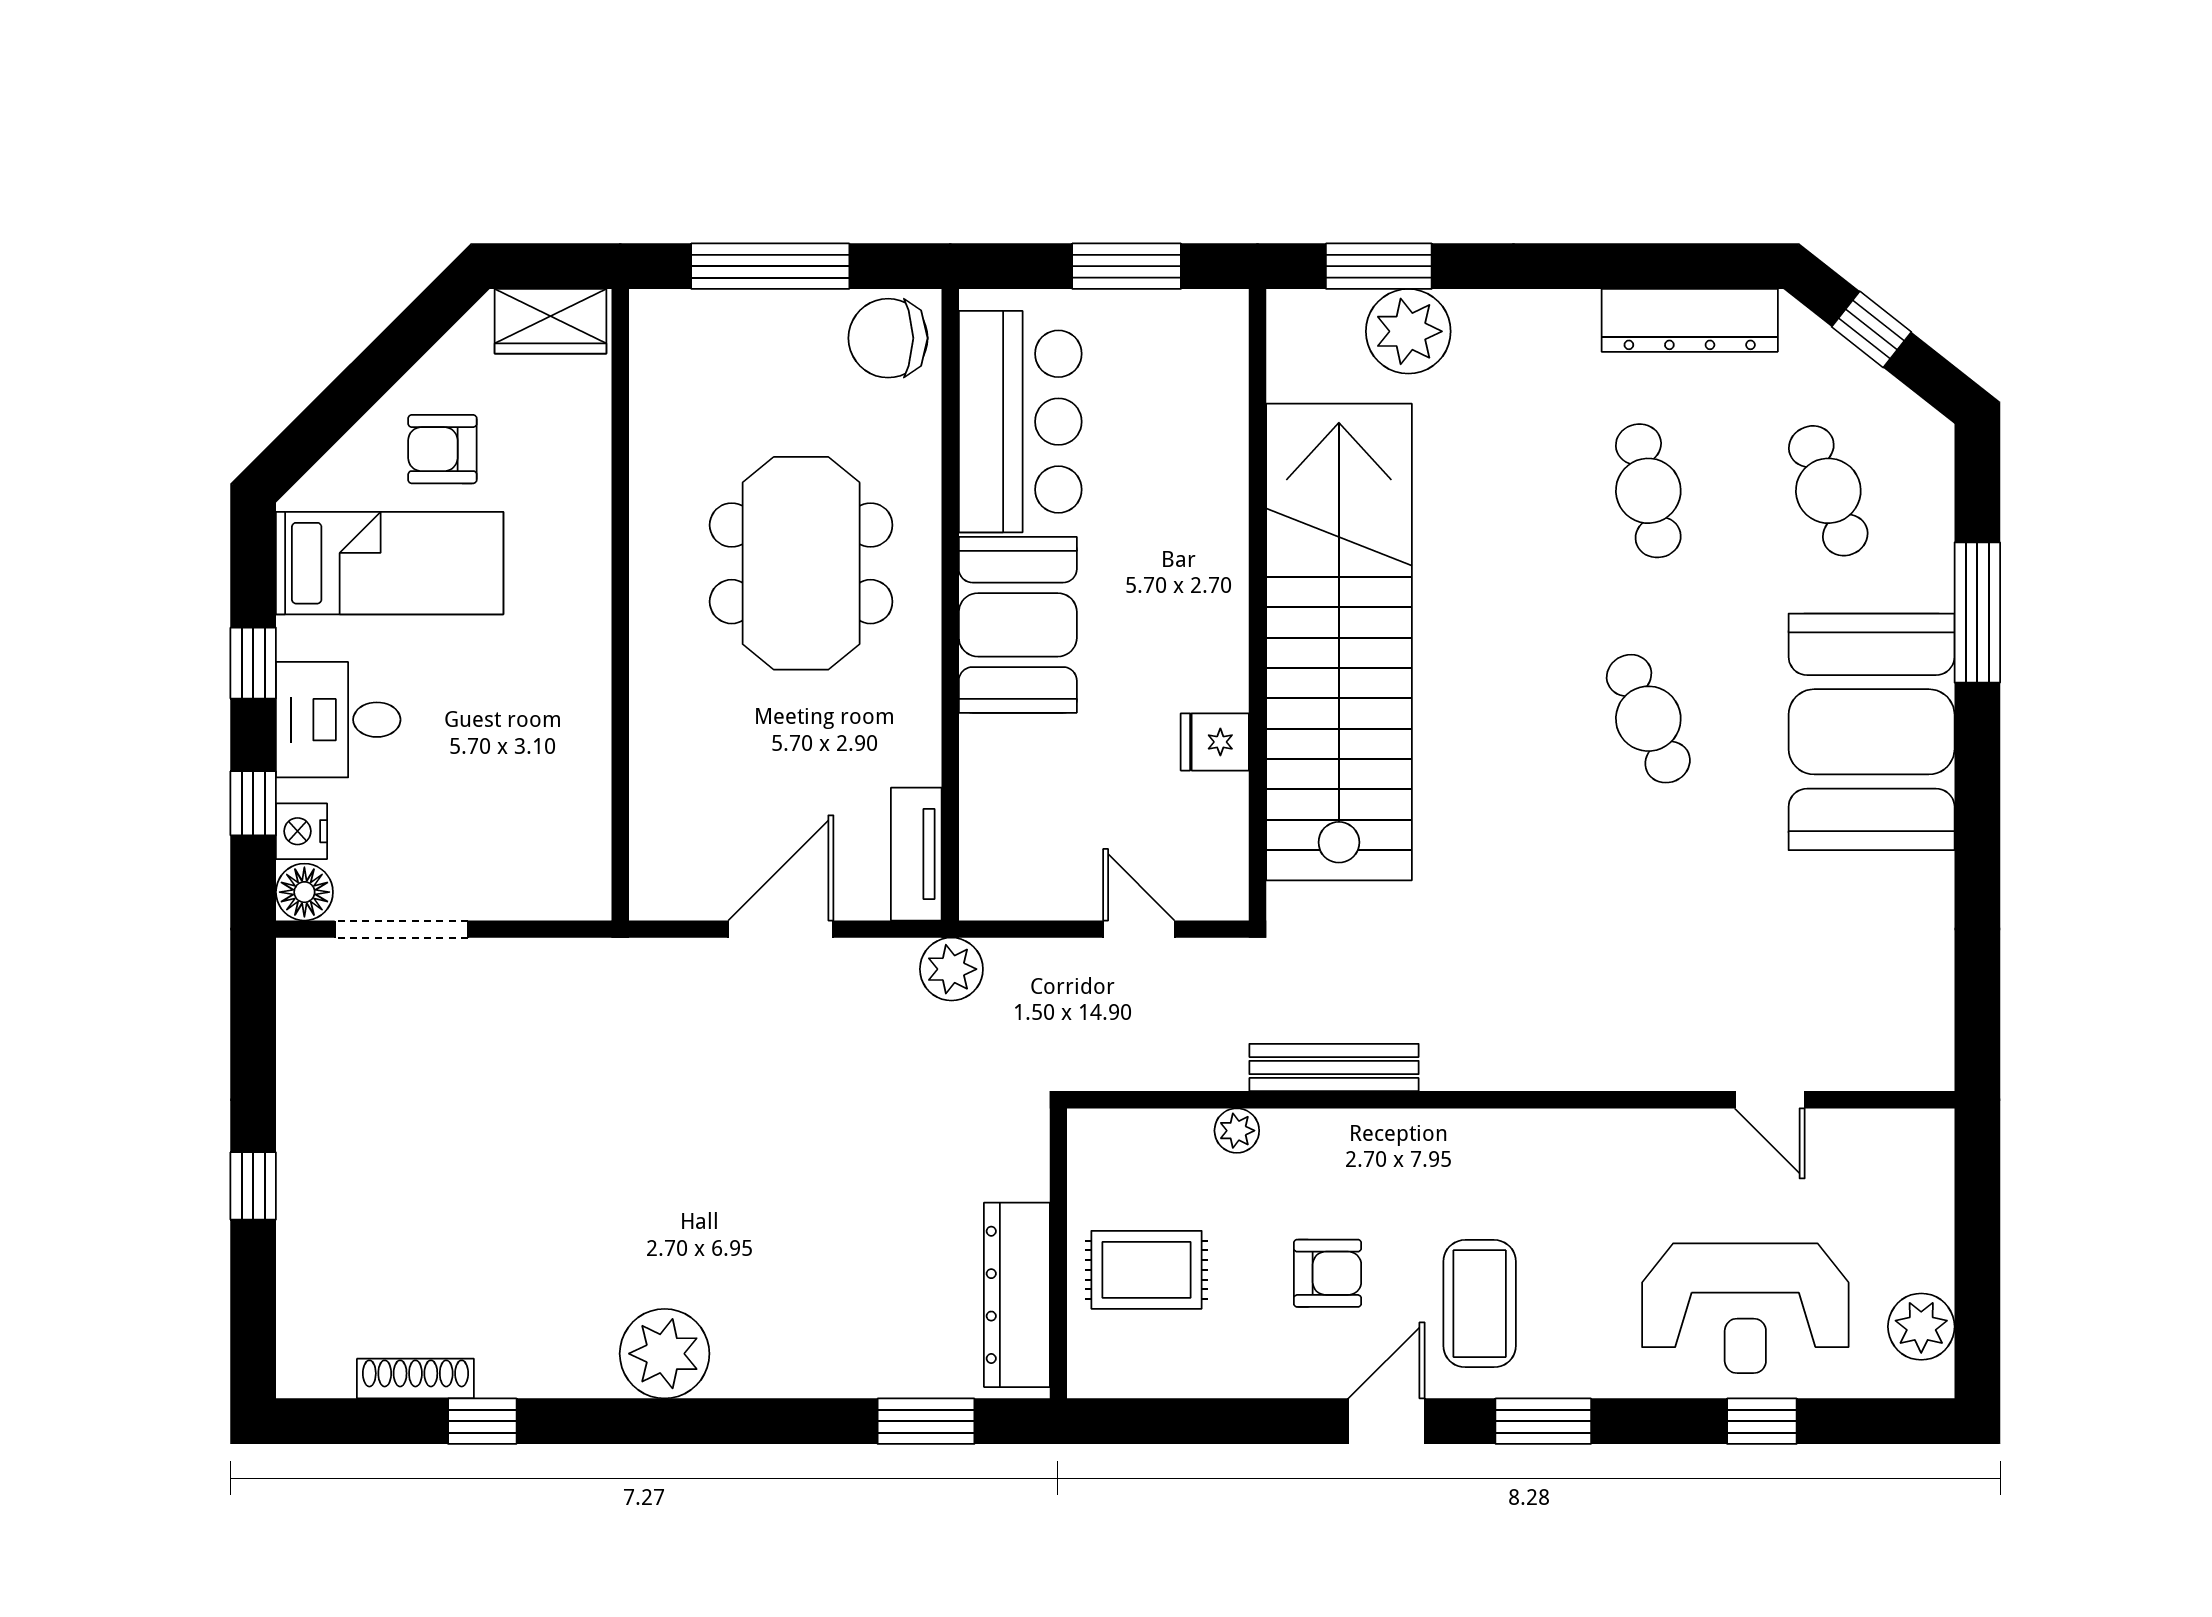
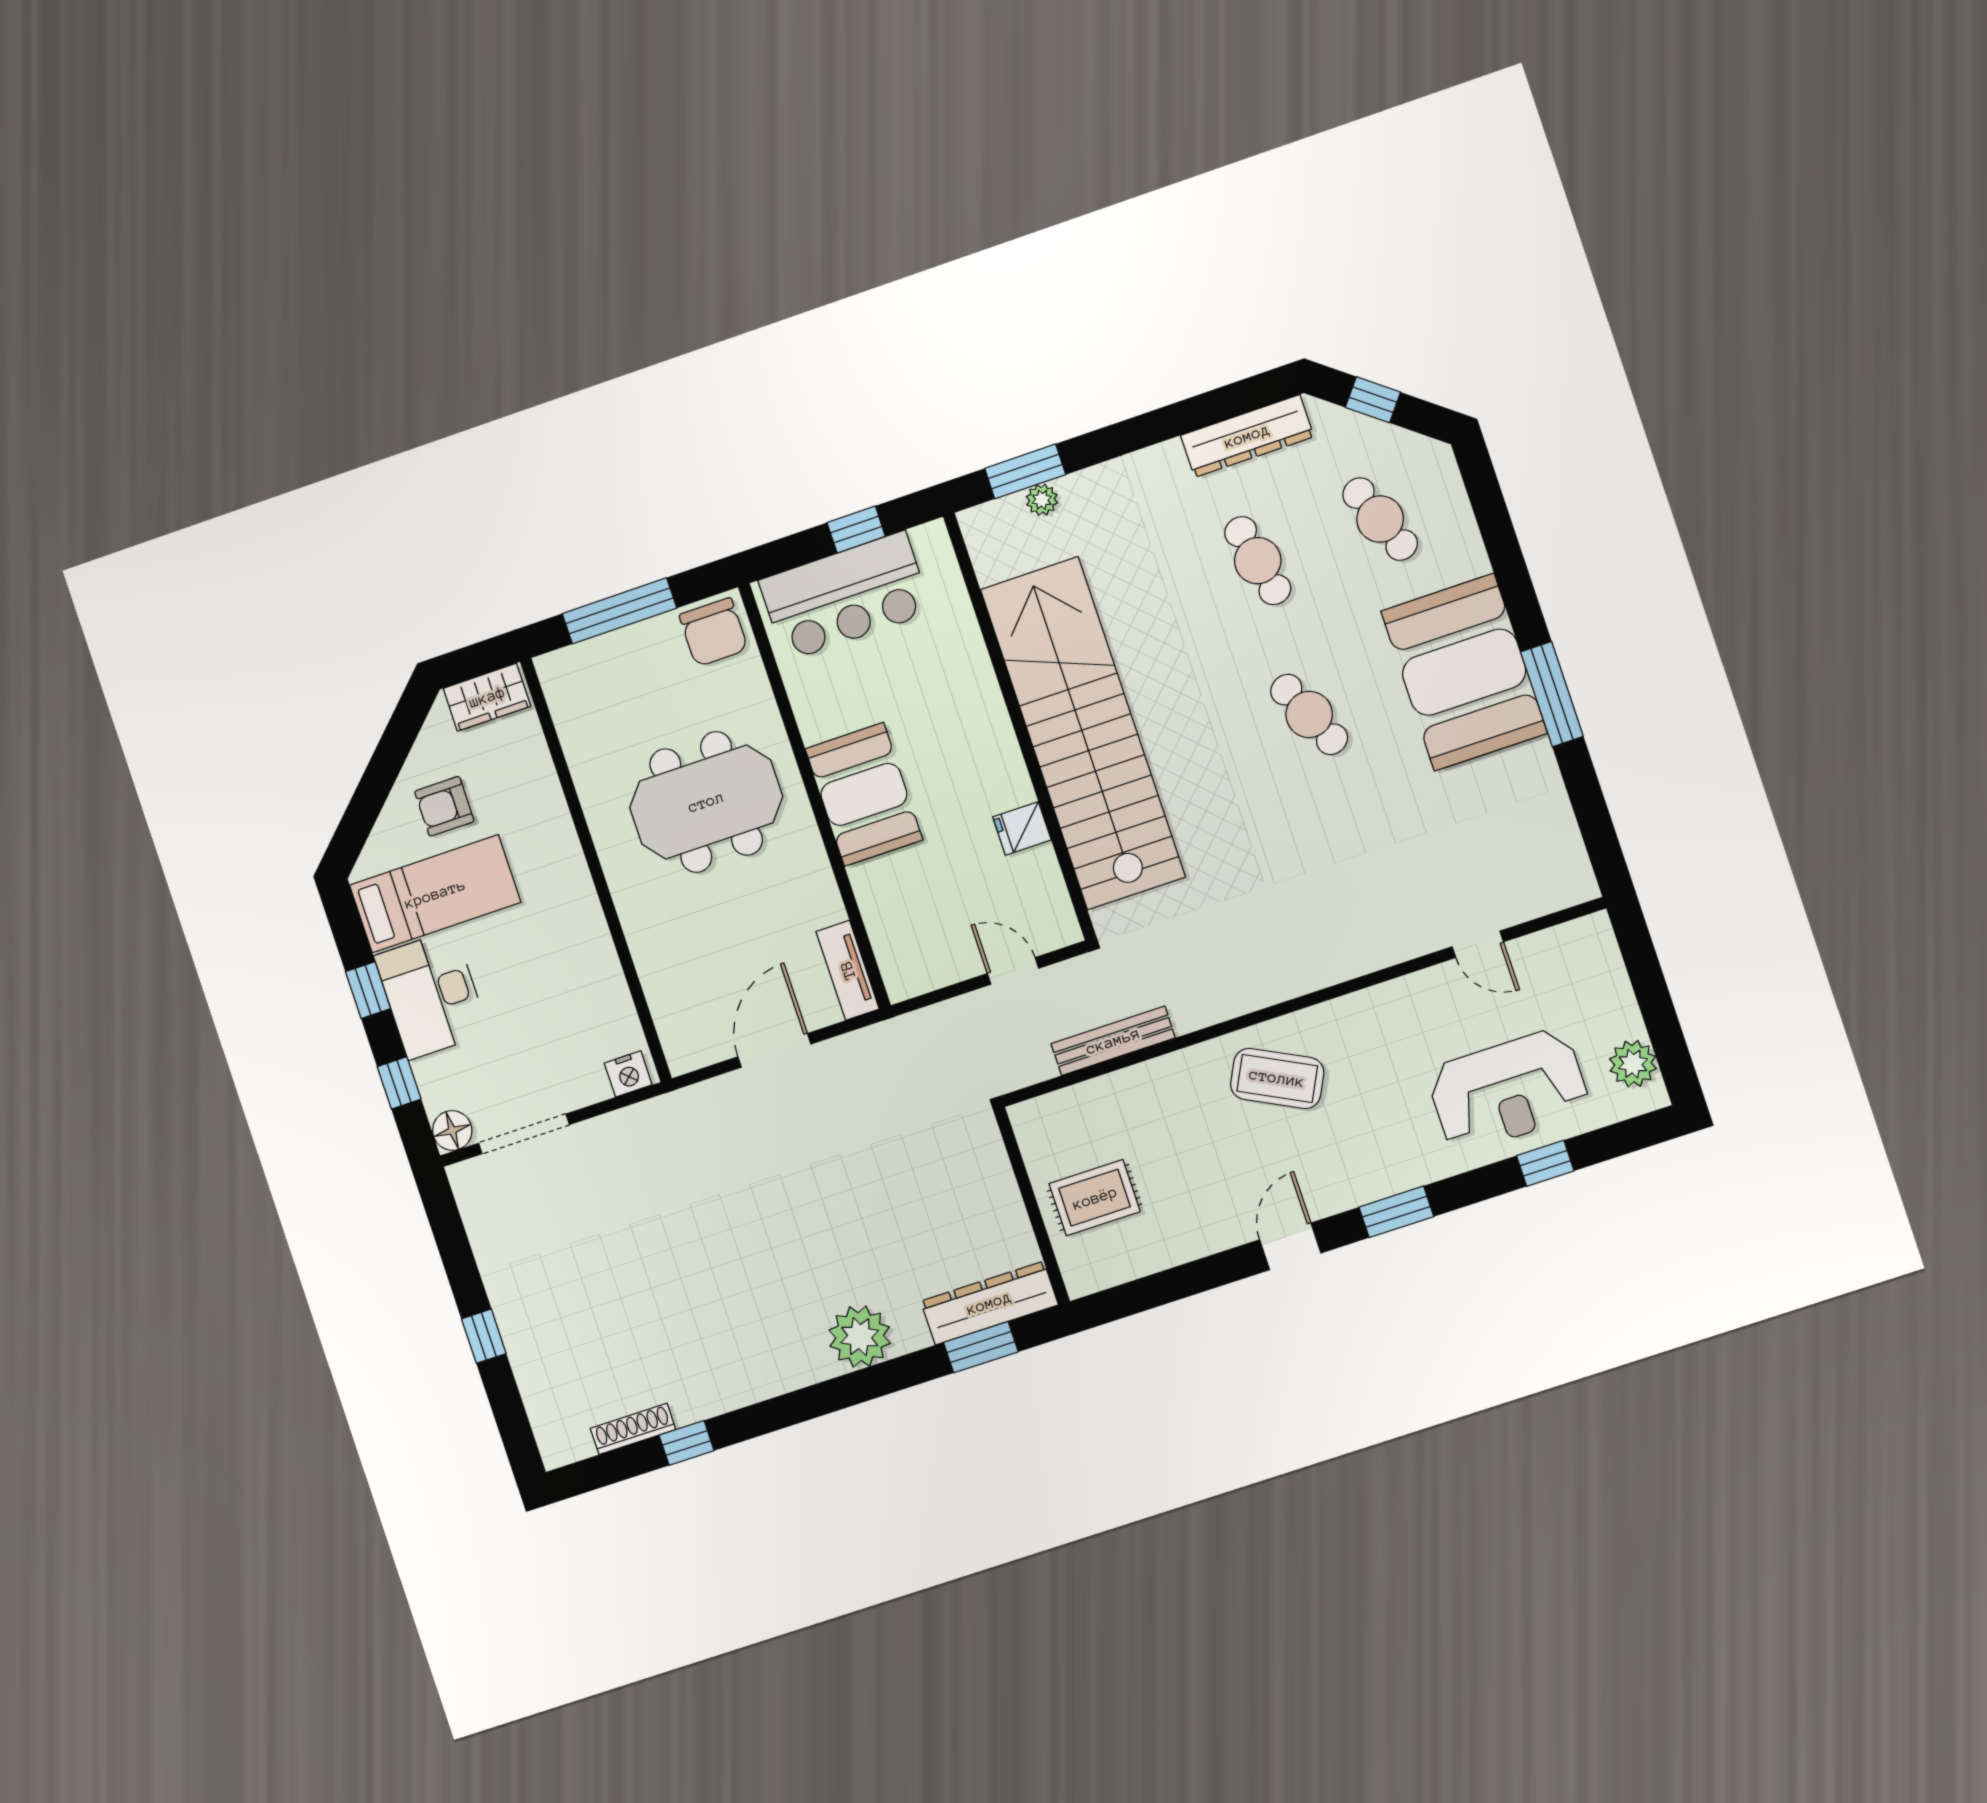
window: (1127, 266) -> (856, 530), width x0.67
plant: (1408, 331) -> (1042, 500), width x0.53, depth x0.53
chair: (888, 338) -> (714, 632), turned -90
bar counter: (1020, 422) -> (845, 596), moved, turned 90
meeting table: (801, 563) -> (706, 802), turned 90
window: (1977, 612) -> (1552, 694), moved
desk: (338, 720) -> (431, 995), width x1.37
nightstand: (302, 831) -> (628, 1074), moved, turned -90
plant: (951, 969) -> (897, 1039), removed
bench: (1334, 1067) -> (1113, 1041), moved
plant: (1237, 1131) -> (1124, 1084), removed
armchair: (1327, 1273) -> (1217, 1160), removed
dresser: (1017, 1295) -> (989, 1303), moved, turned 90
coffee table: (1480, 1304) -> (1277, 1078), moved, turned -63
plant: (665, 1354) -> (860, 1337), moved

